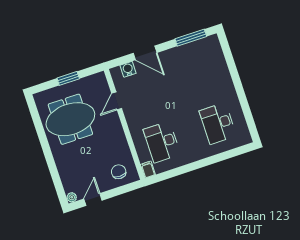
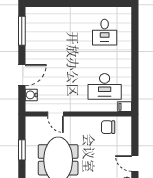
desk: (218, 123) -> (105, 32), width x0.73
chair: (119, 172) -> (108, 127), moved

